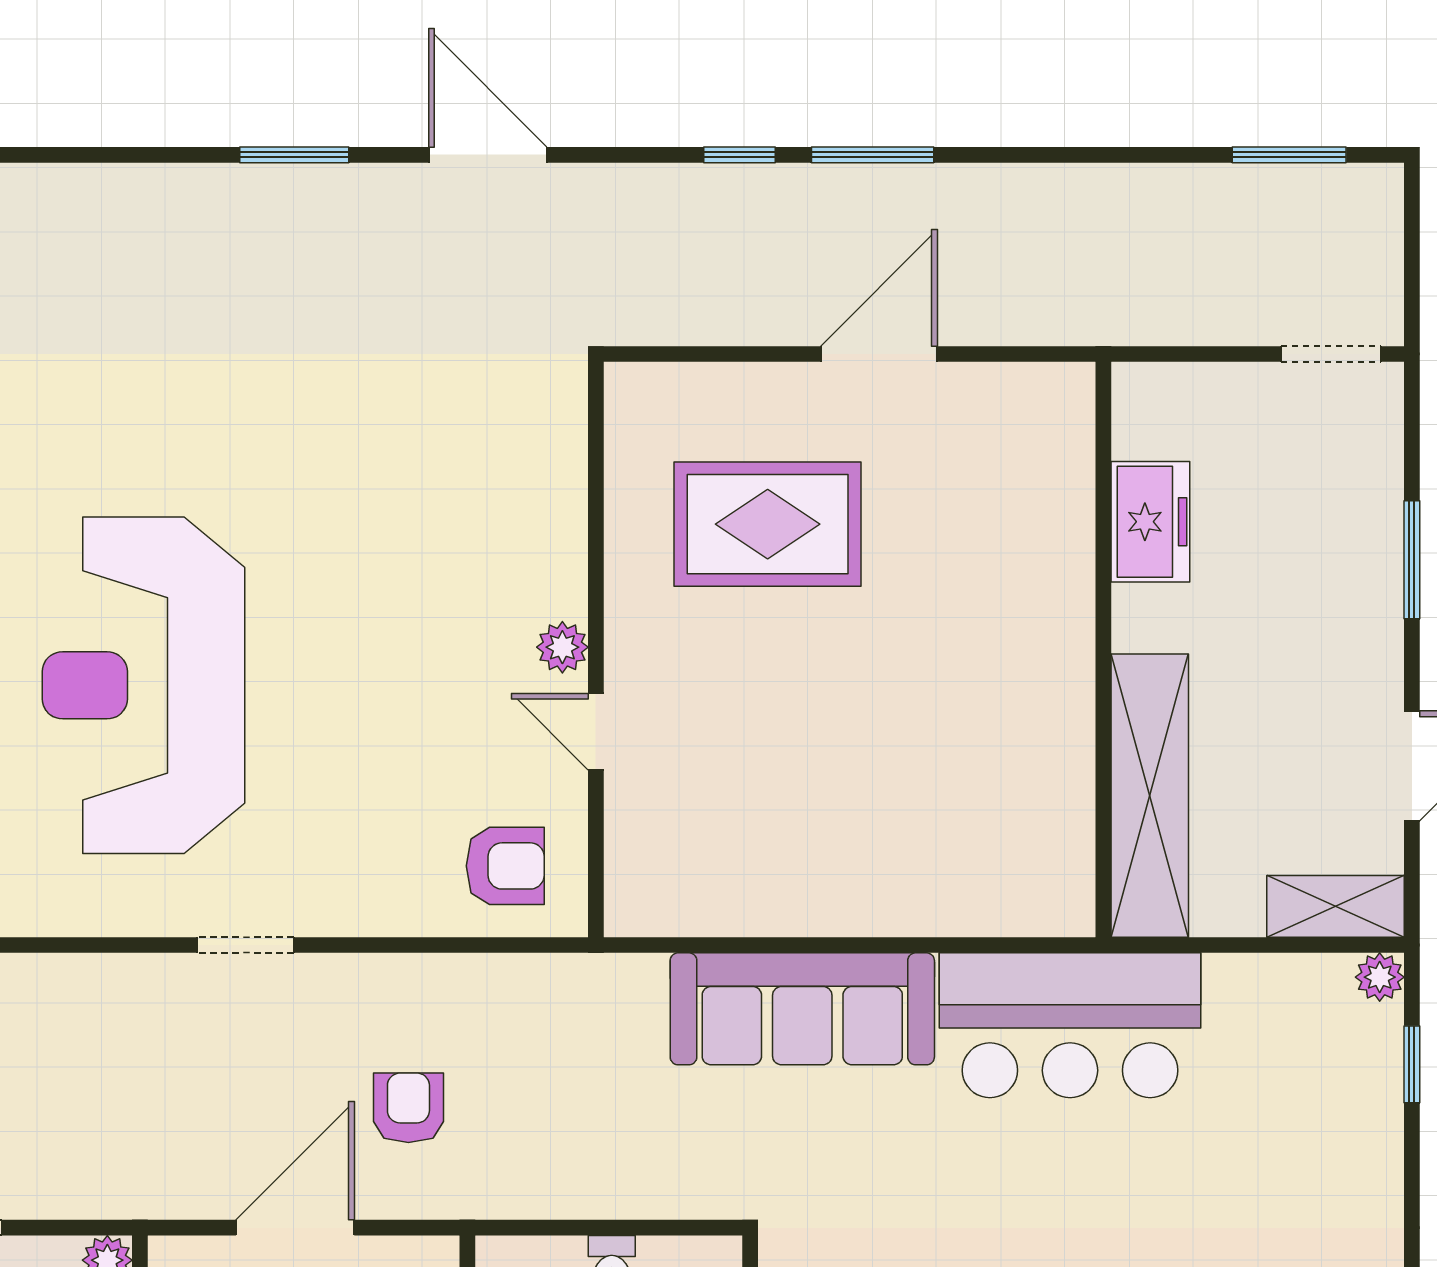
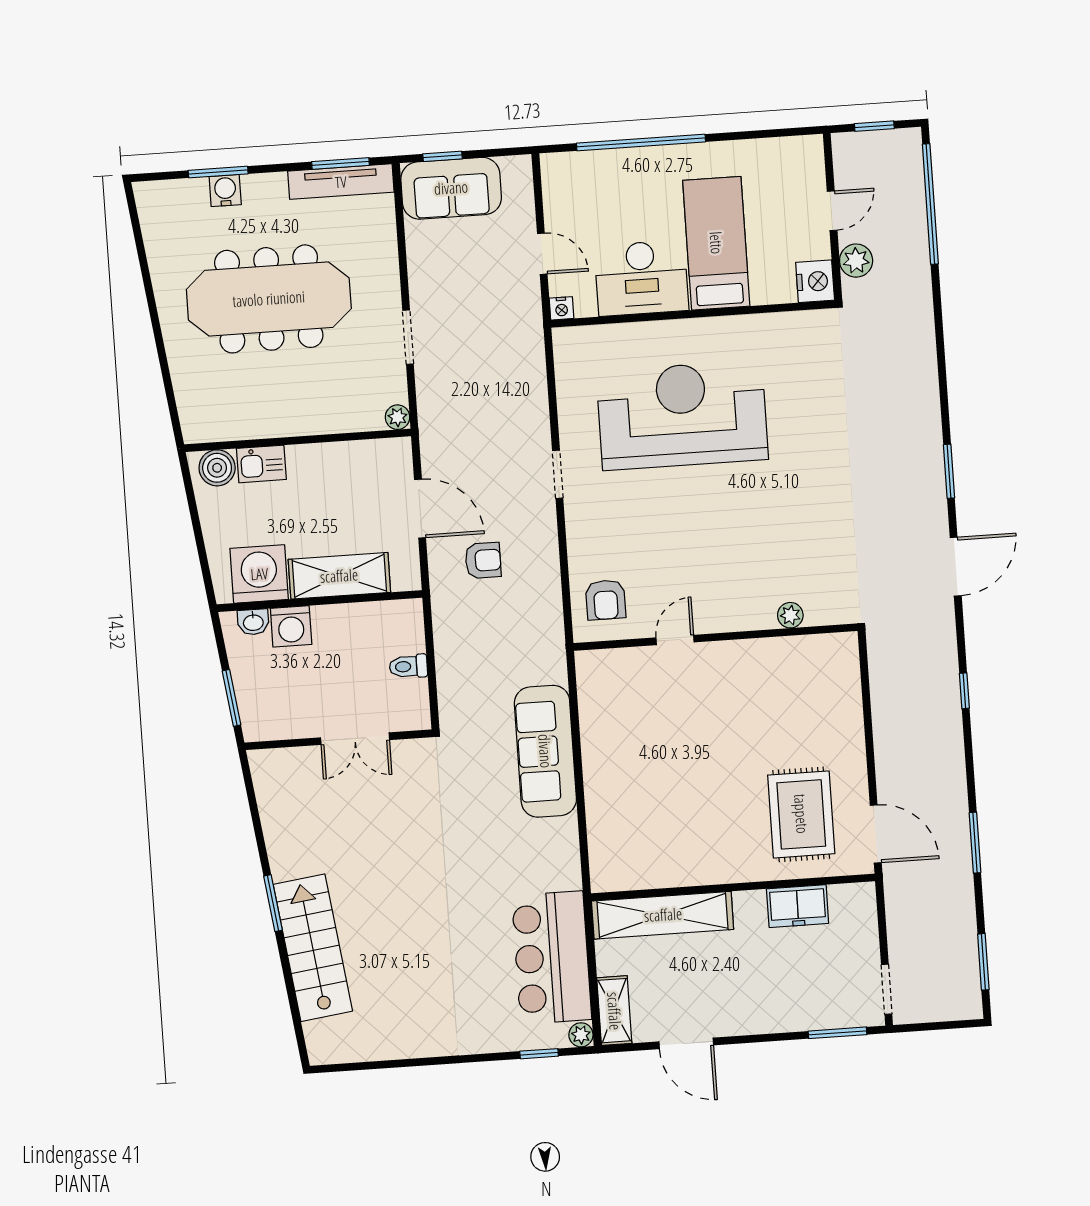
window: (873, 155) -> (975, 843), moved
door: (879, 354) -> (876, 834), moved
rug: (768, 524) -> (801, 814), moved
window: (1412, 560) -> (838, 1033), moved
plant: (562, 647) -> (790, 615), moved
bar counter: (1070, 1025) -> (552, 958), moved

